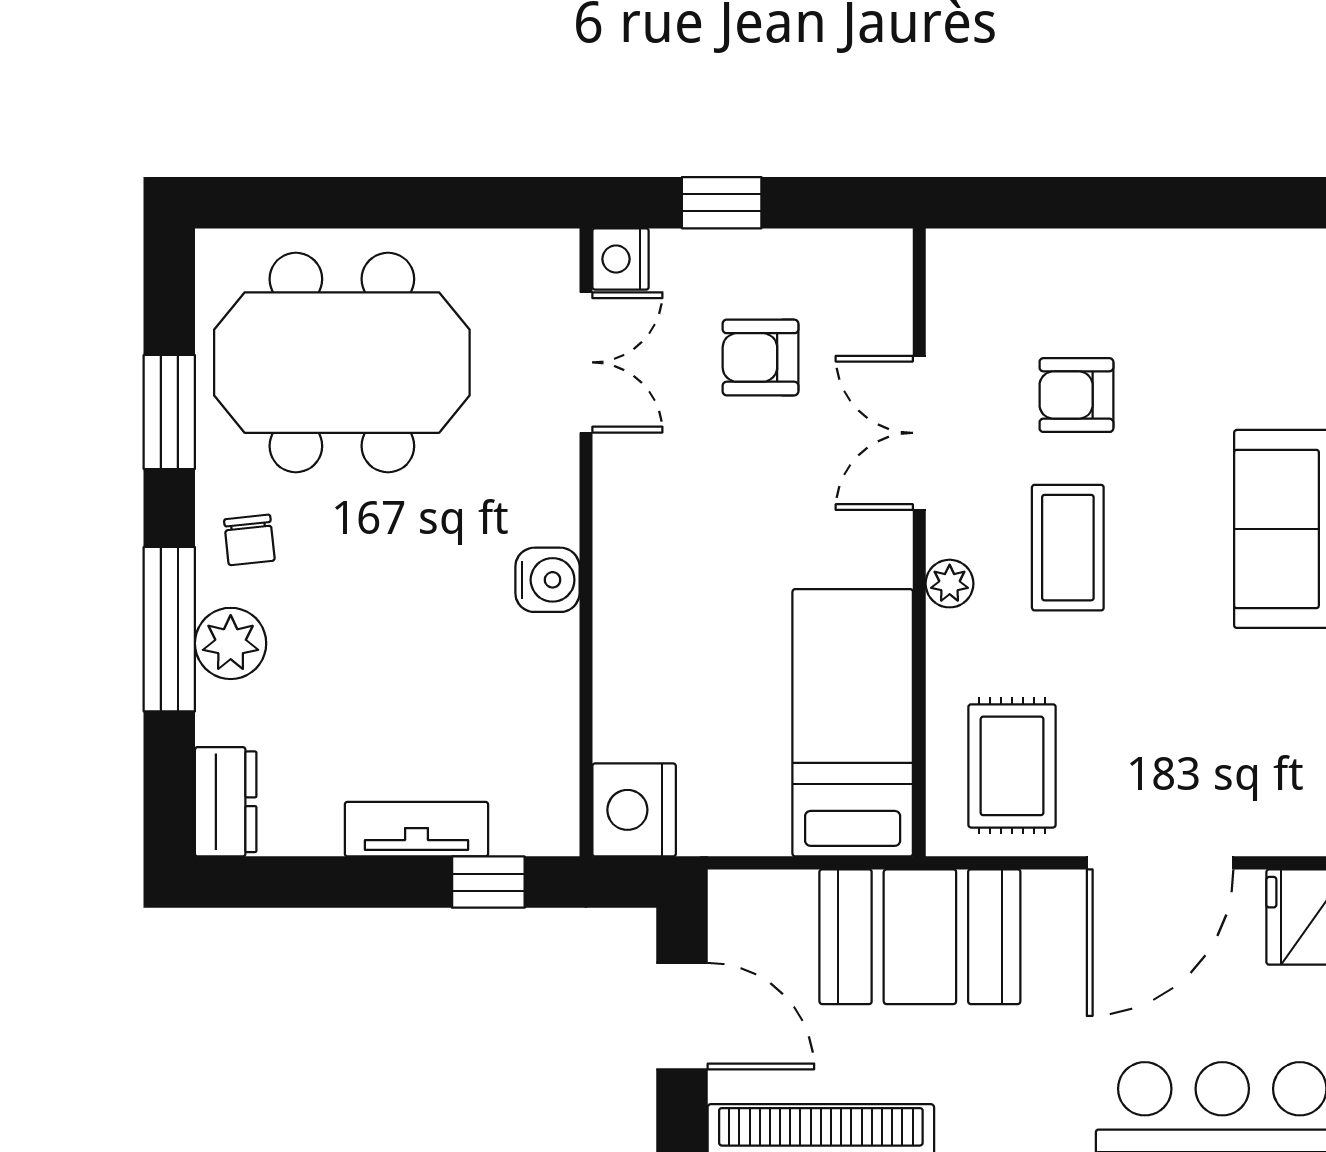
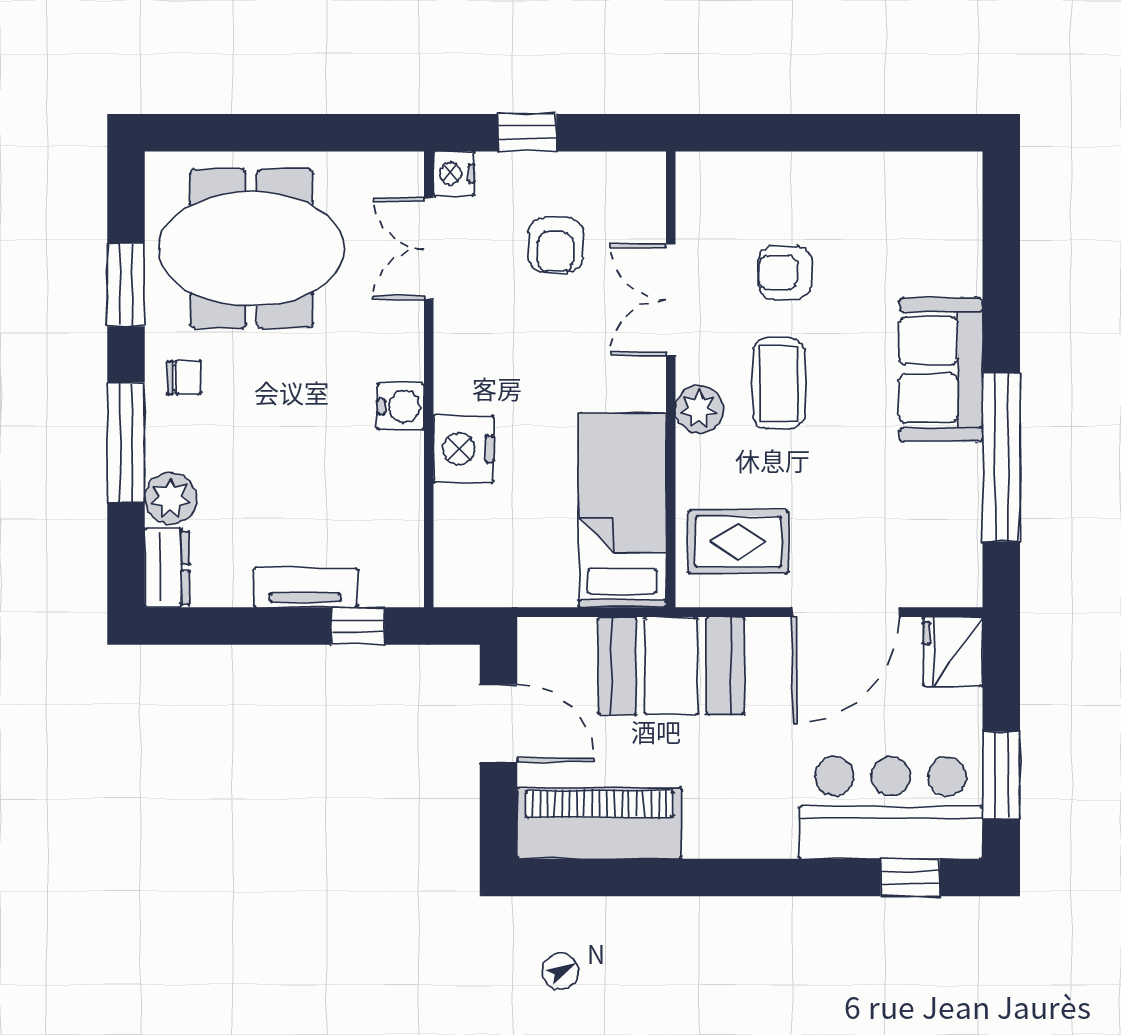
armchair: (761, 357) -> (555, 245), turned -90
double door: (586, 362) -> (429, 249), swing flipped
chair: (249, 540) -> (184, 378), turned -84
plant: (950, 584) -> (699, 409), width x1.38, depth x1.38
plant: (231, 643) -> (171, 498), moved
rug: (1012, 766) -> (738, 542), turned 90
nightstand: (634, 810) -> (464, 449), moved

